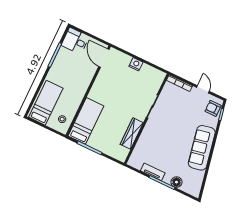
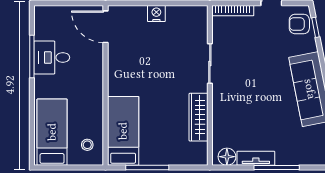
desk: (75, 41) -> (52, 57), moved
floor lamp: (176, 182) -> (227, 157), moved

